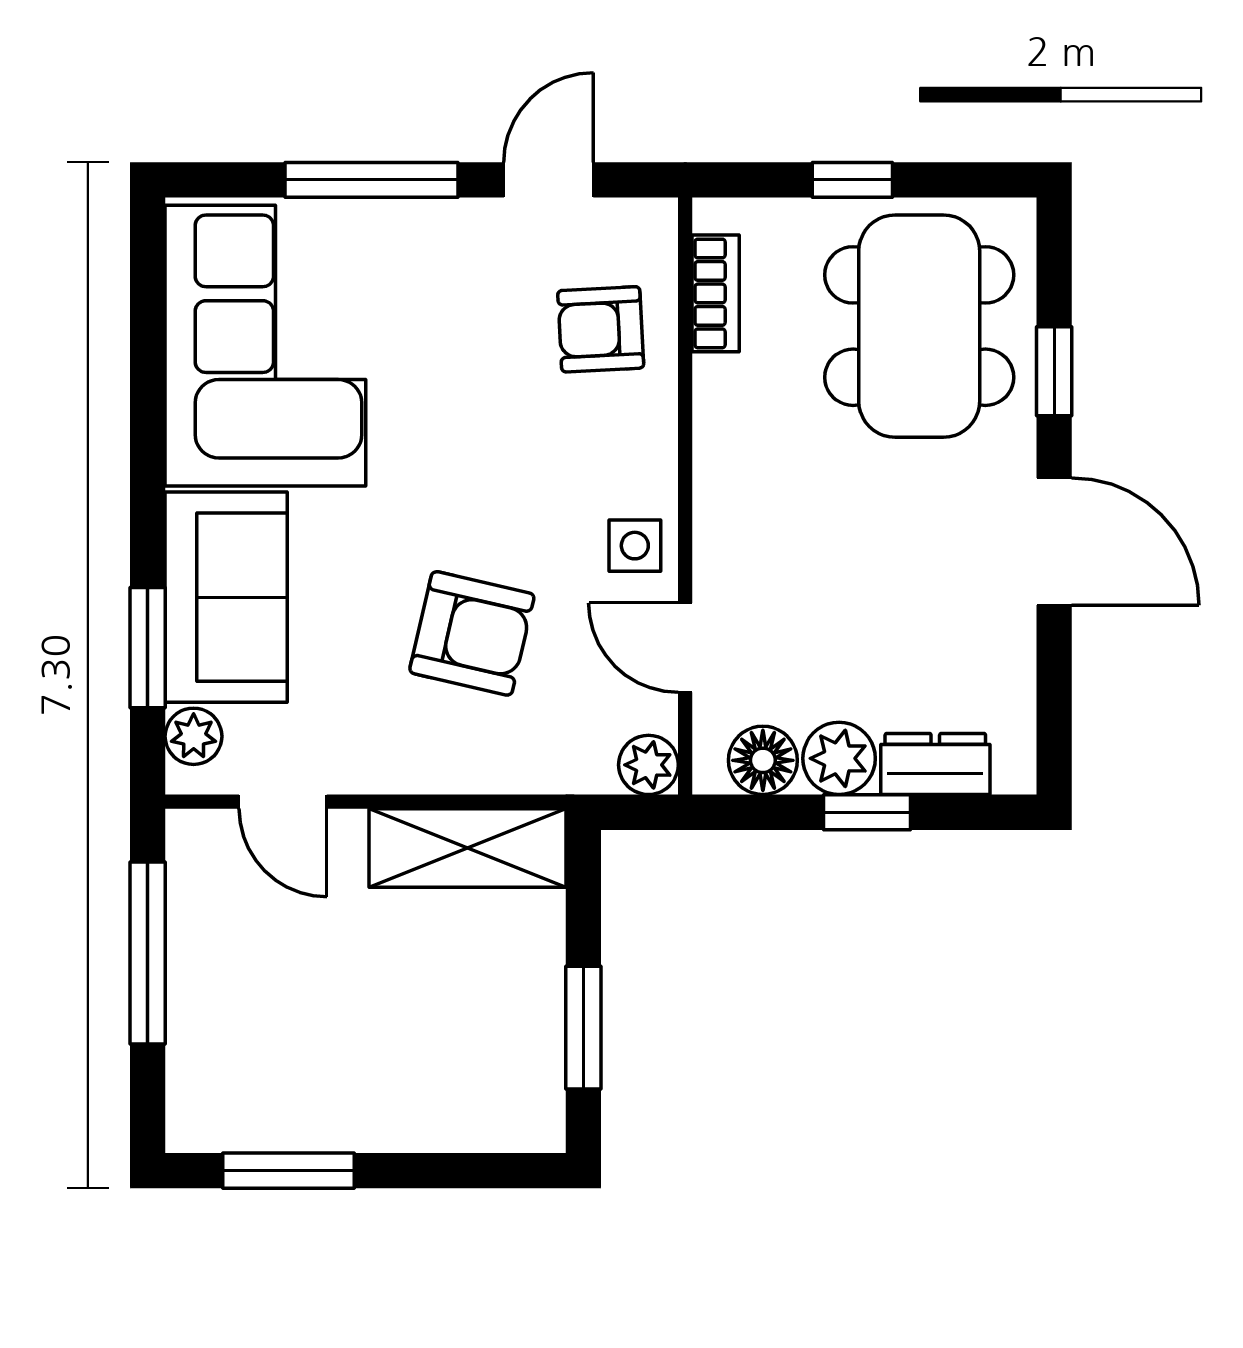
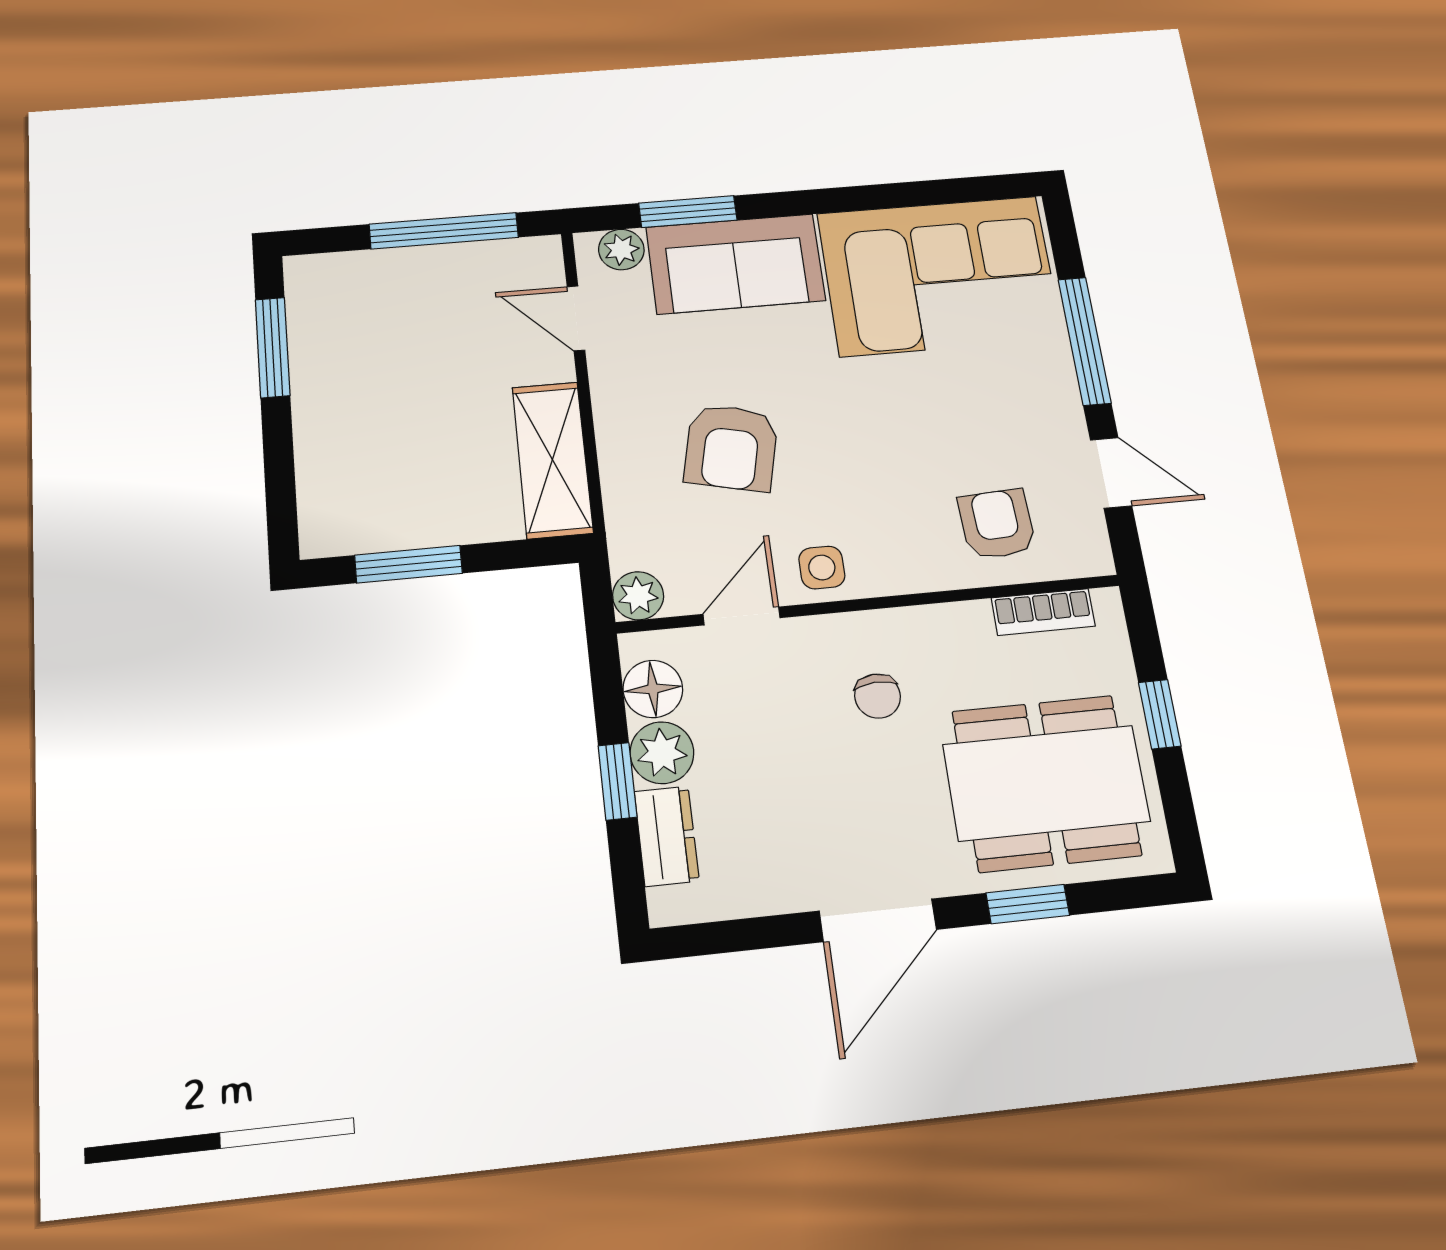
chair: (798, 503) -> (877, 696), added
door: (283, 802) -> (576, 318), hinge flipped

